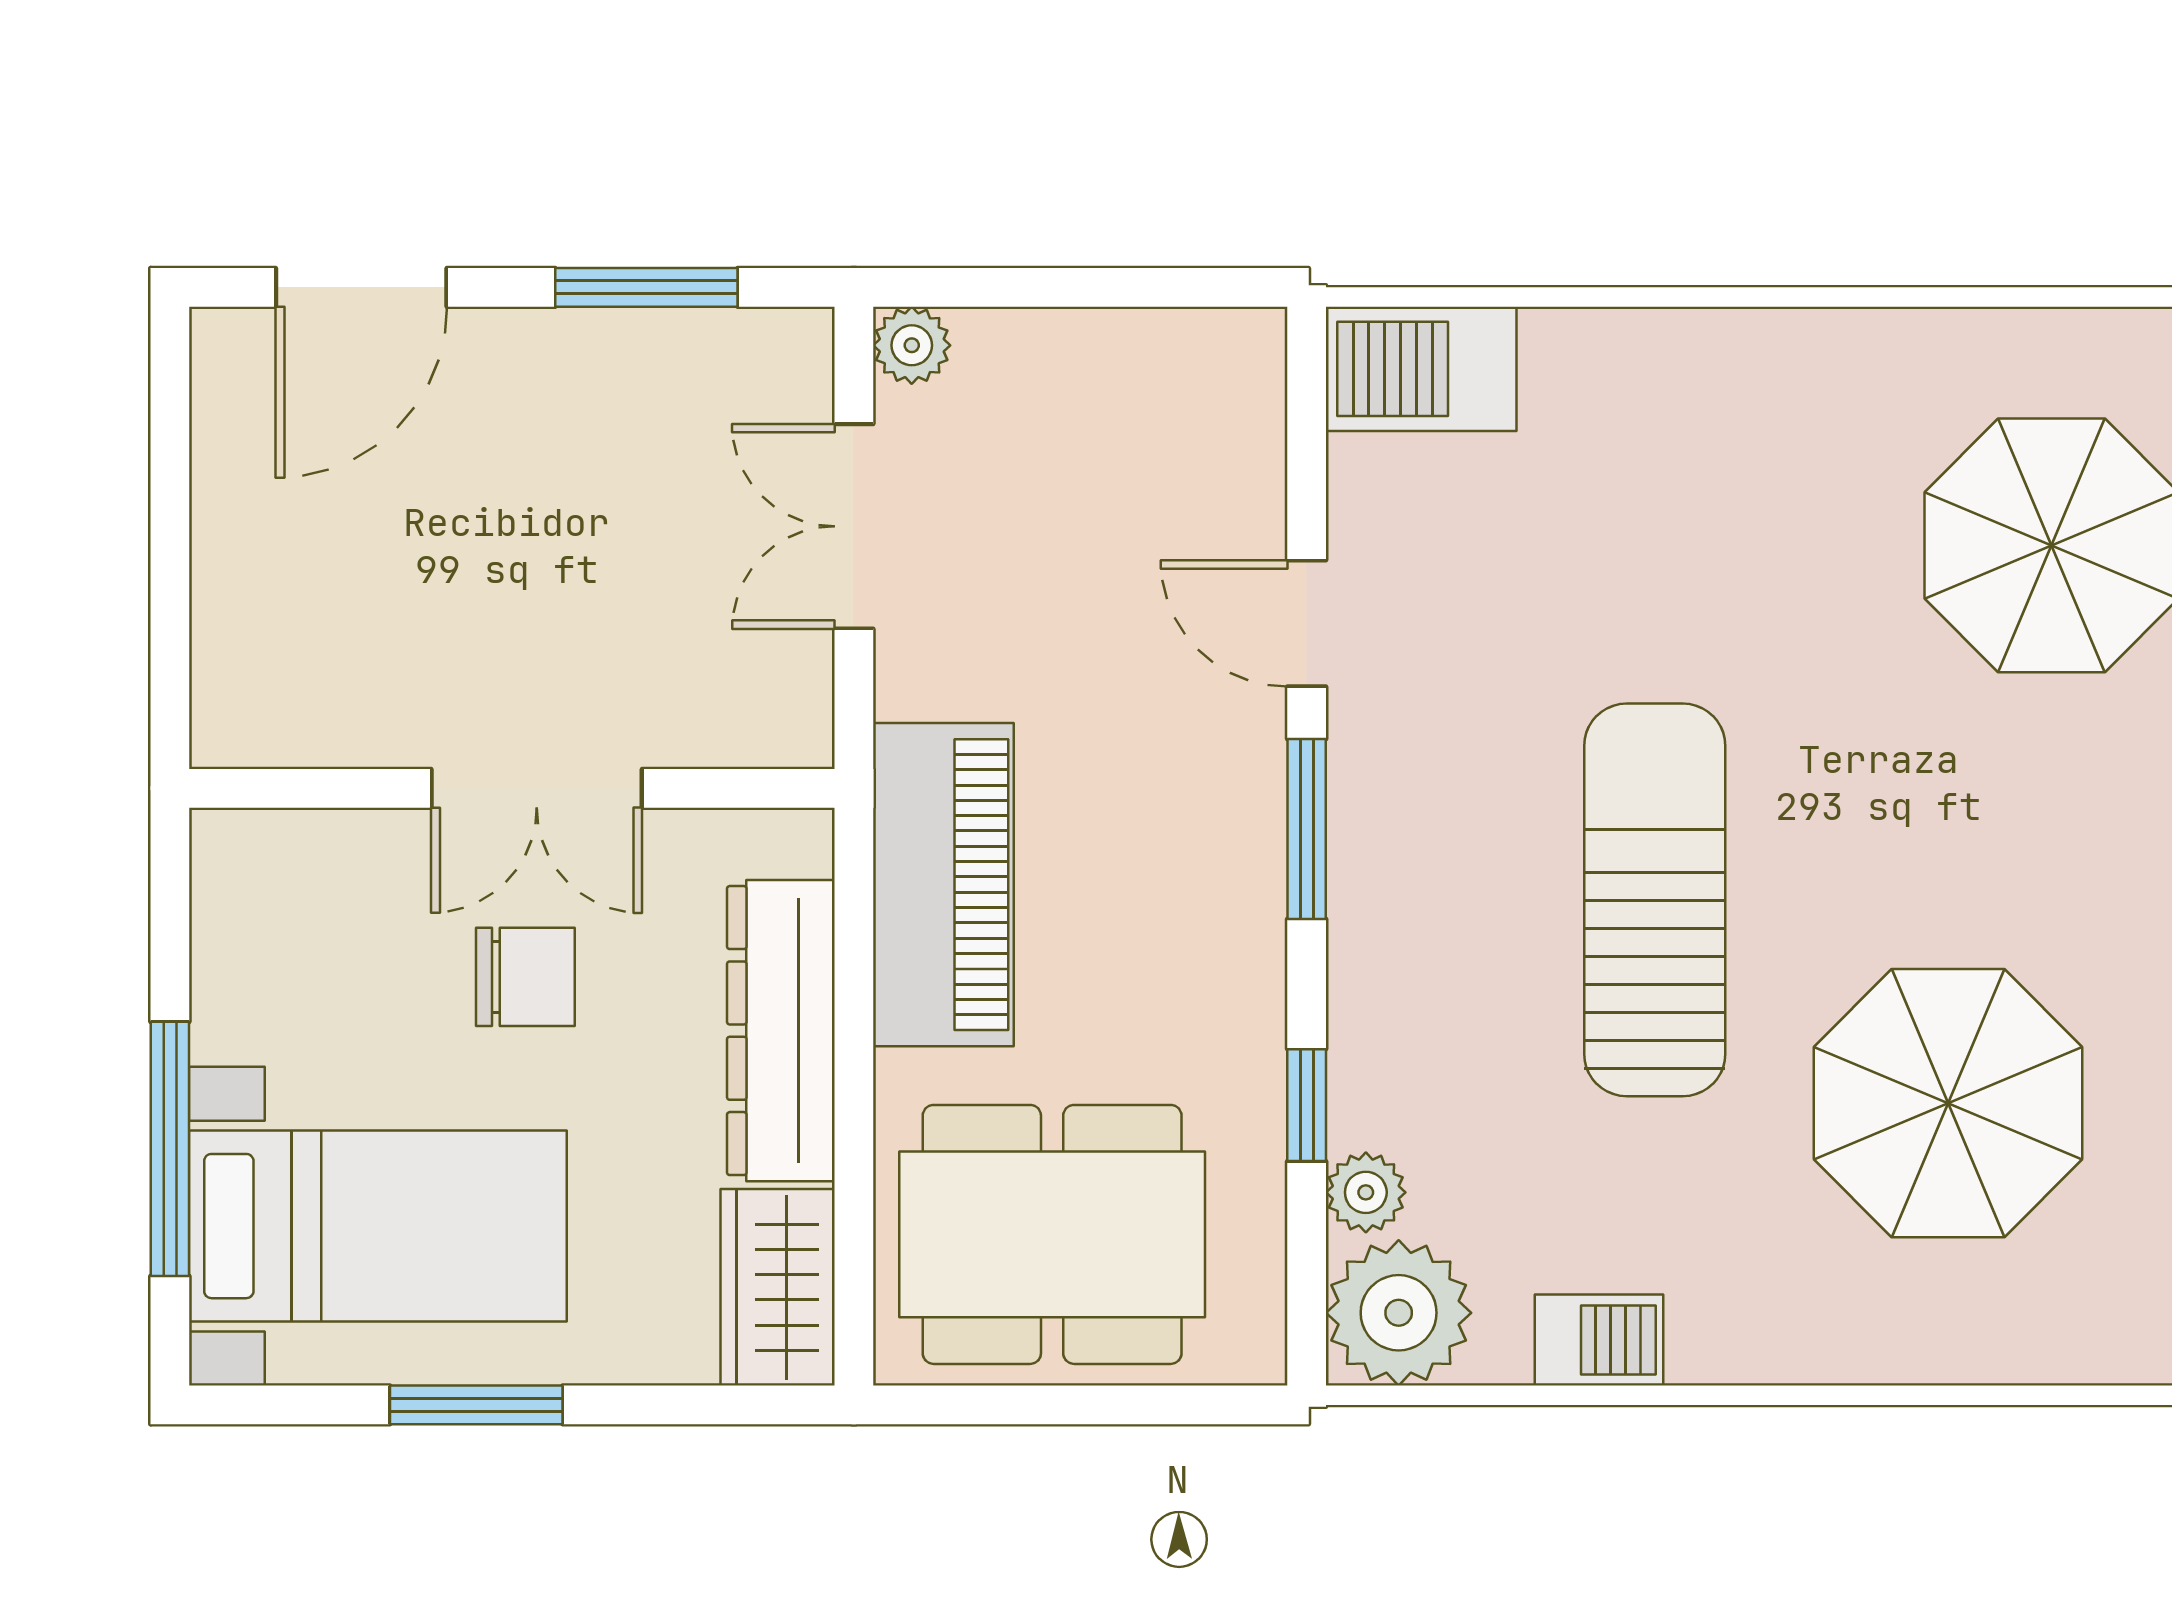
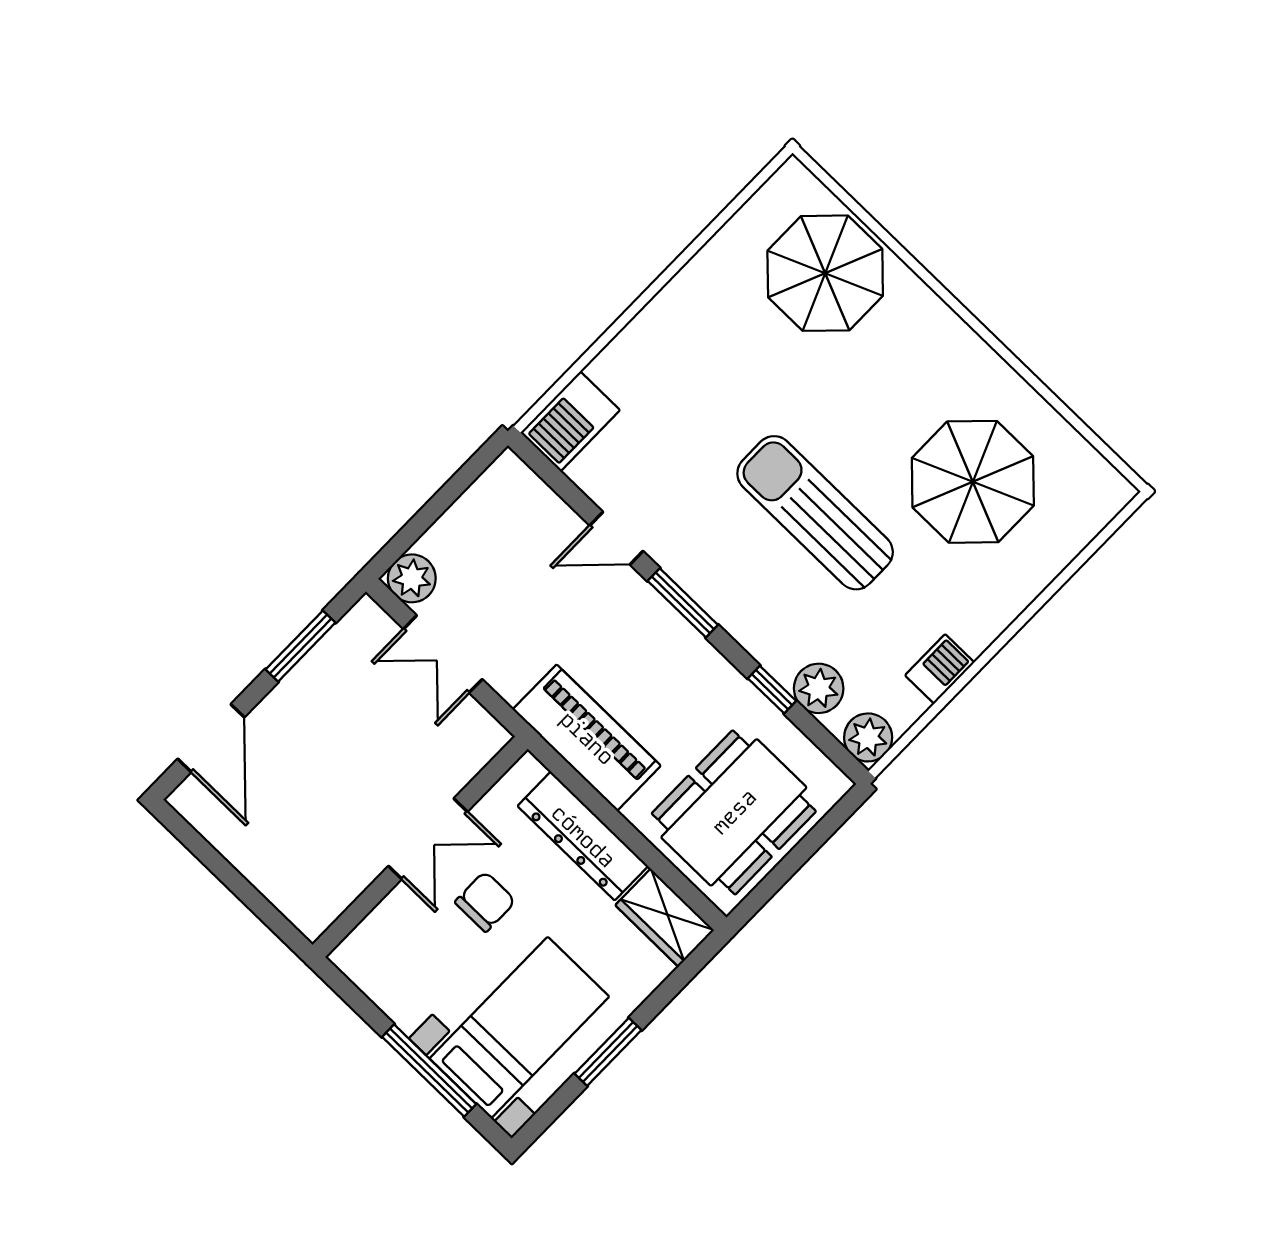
plant: (912, 345) -> (412, 578), width x1.38, depth x1.38
plant: (1366, 1192) -> (819, 688), width x1.38, depth x1.38
plant: (1399, 1313) -> (868, 737), width x0.73, depth x0.73

